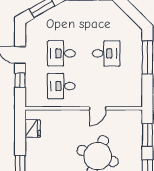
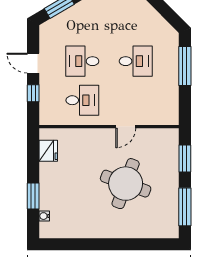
desk: (61, 86) -> (82, 100), turned 180

